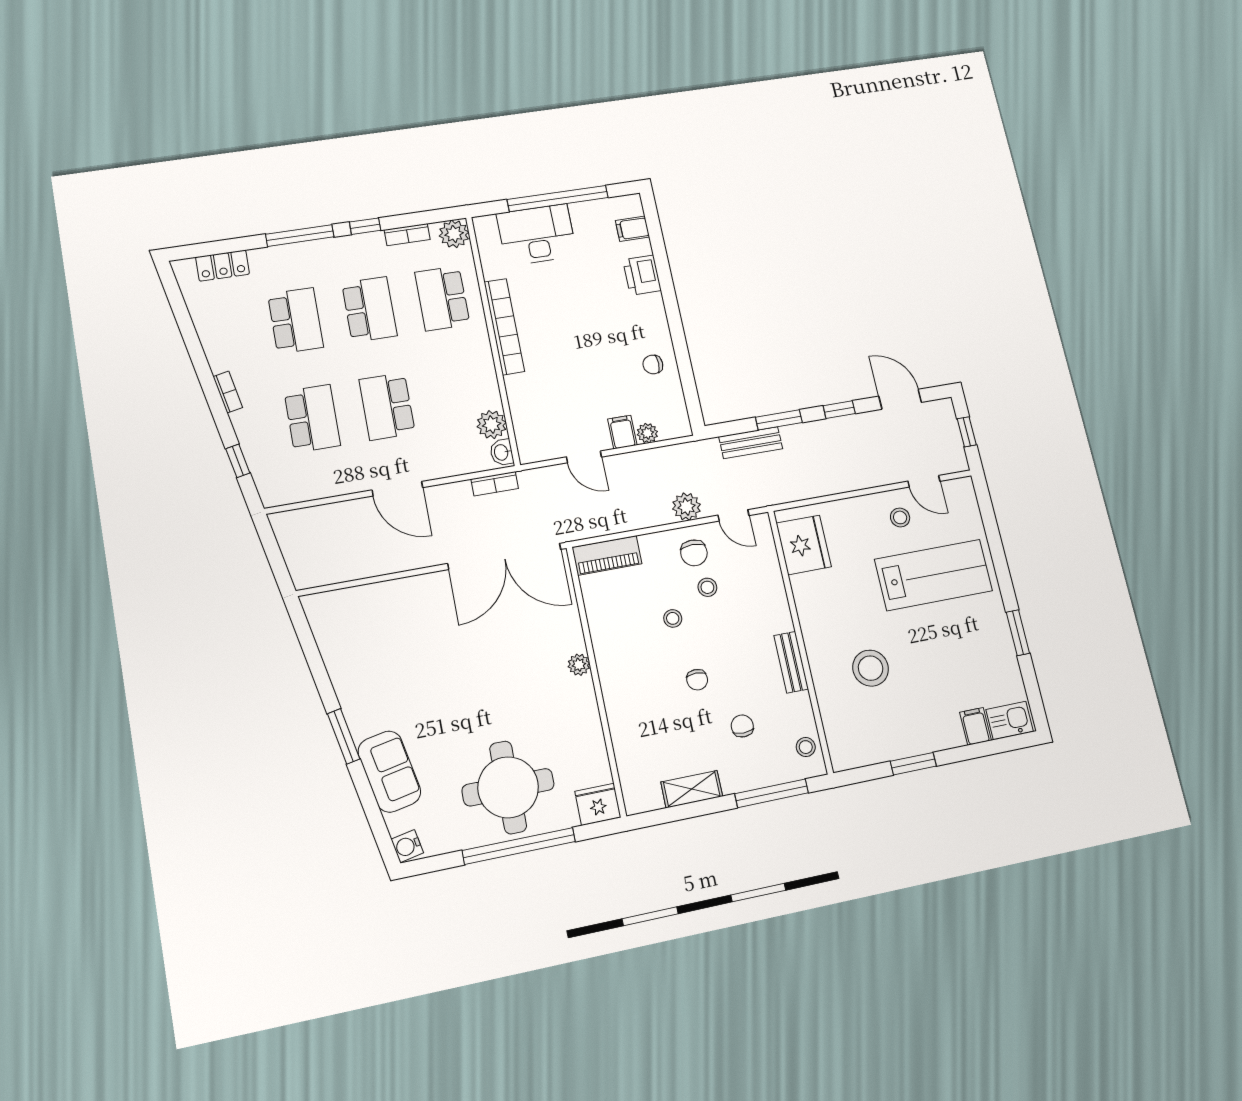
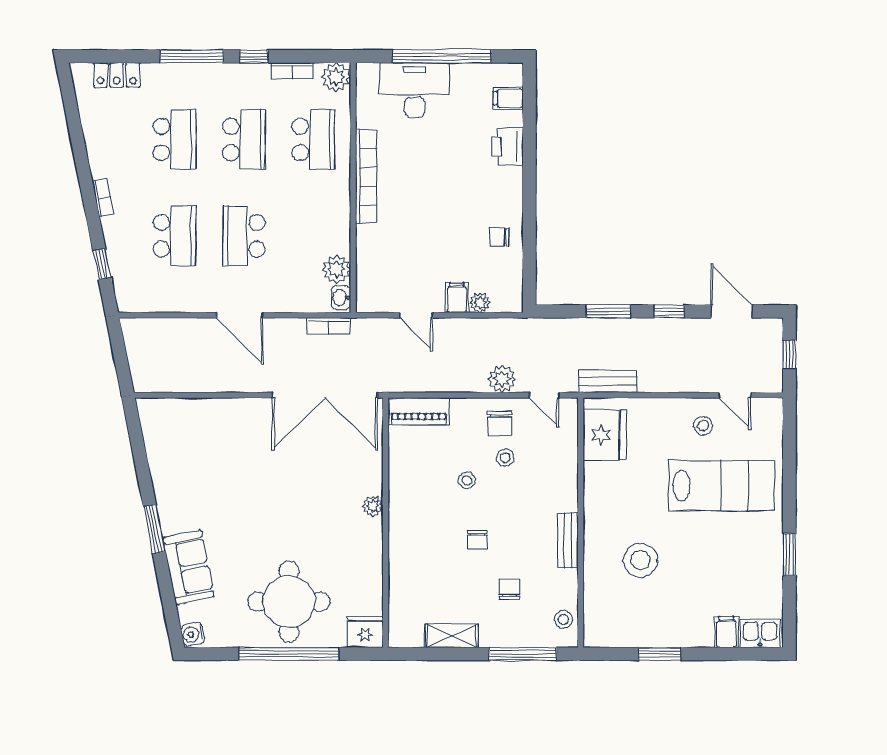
school desk: (442, 298) -> (313, 139), turned 180
bench: (751, 443) -> (608, 381), moved

